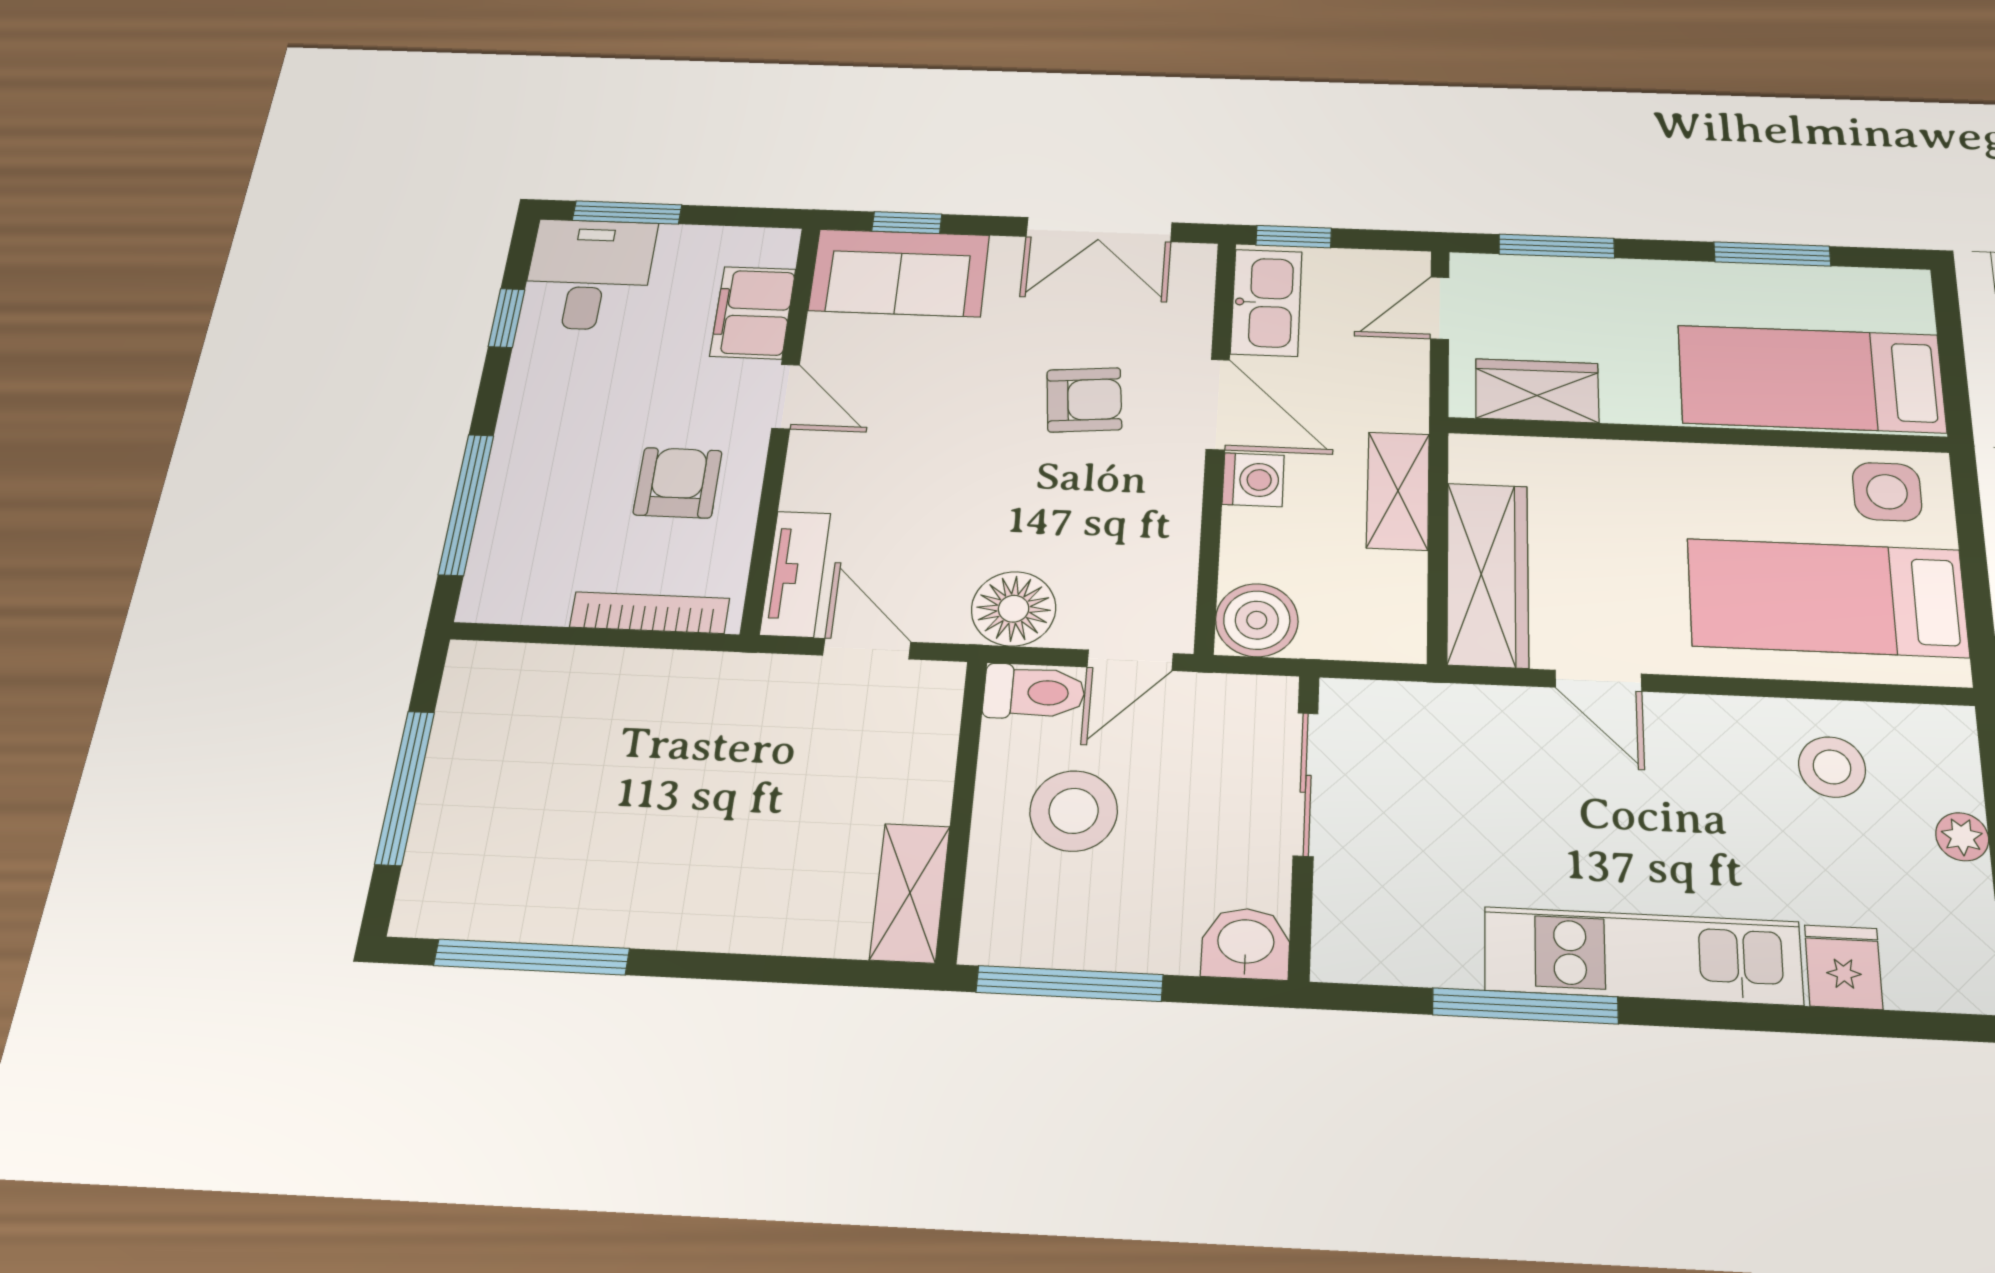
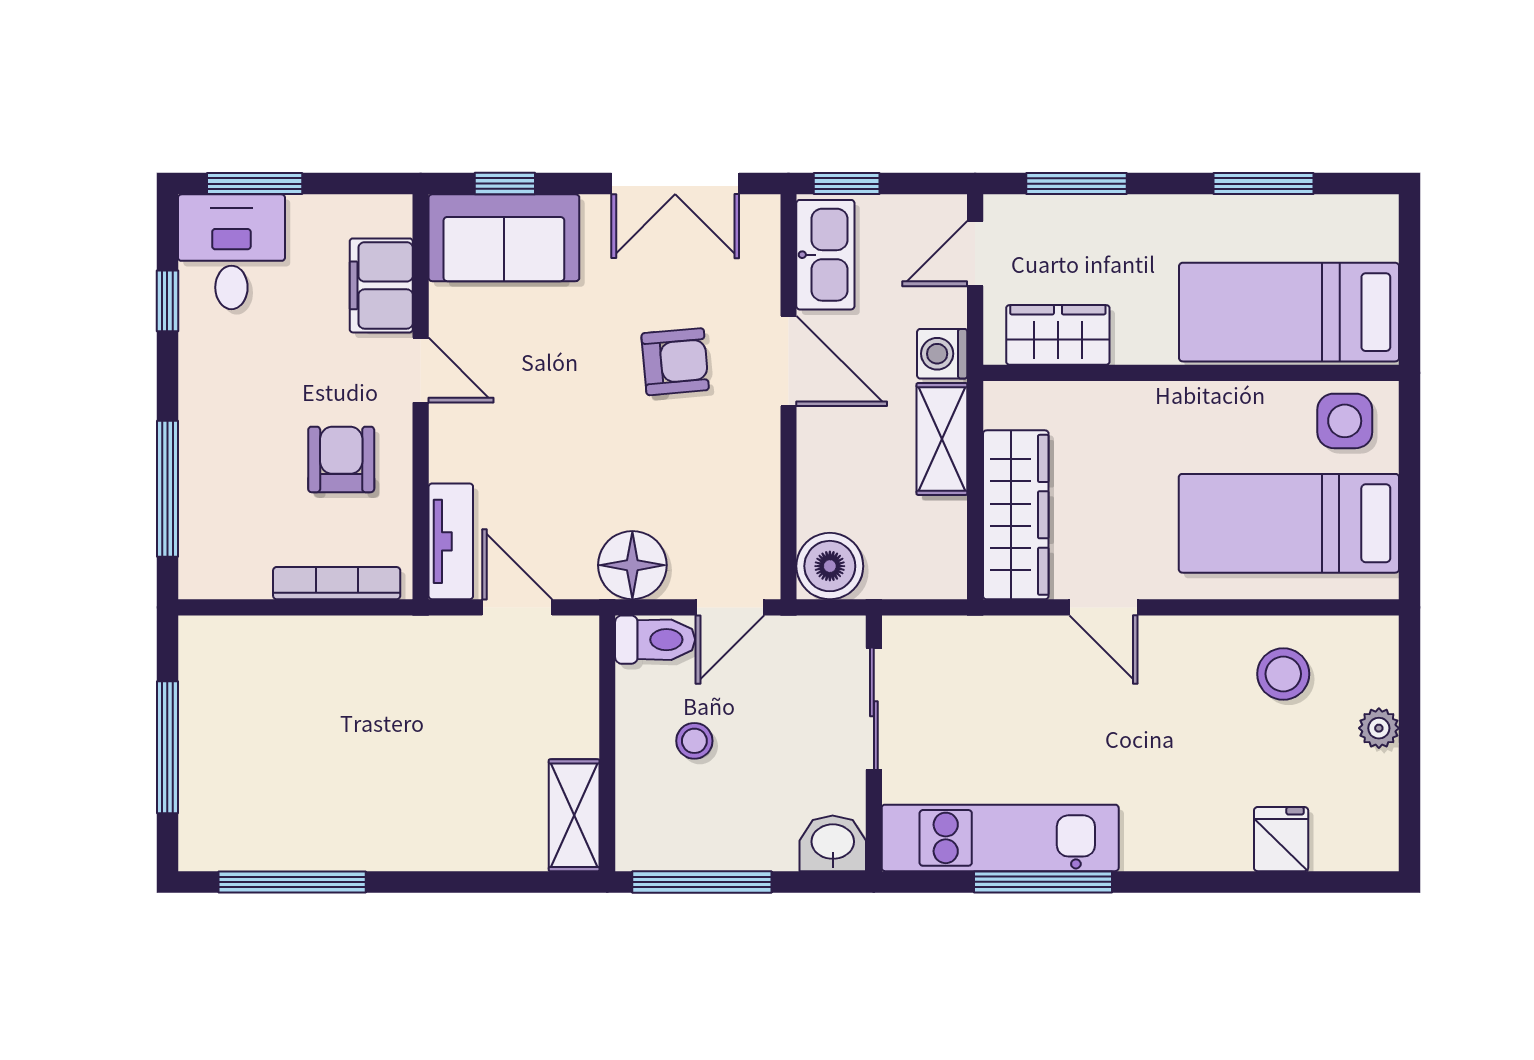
washing machine: (1253, 480) -> (942, 354), moved, turned 180
stool: (1074, 811) -> (694, 741), width x0.53, depth x0.53
kitchen unit: (1643, 956) -> (1000, 838), moved

